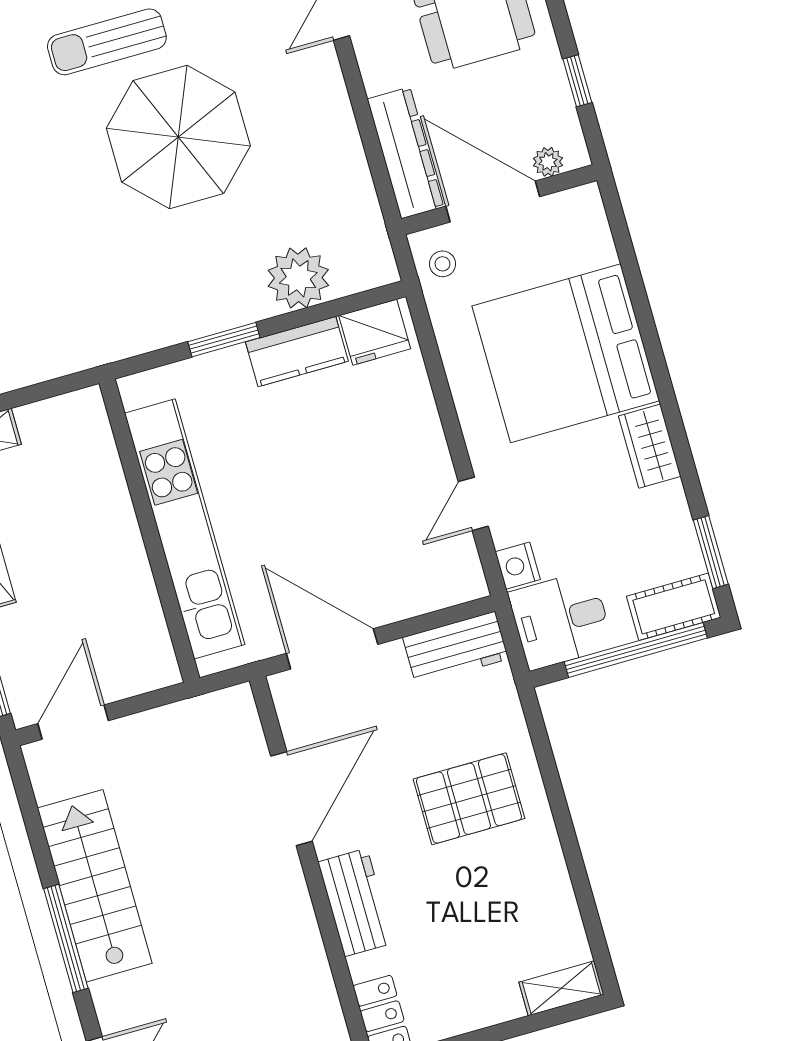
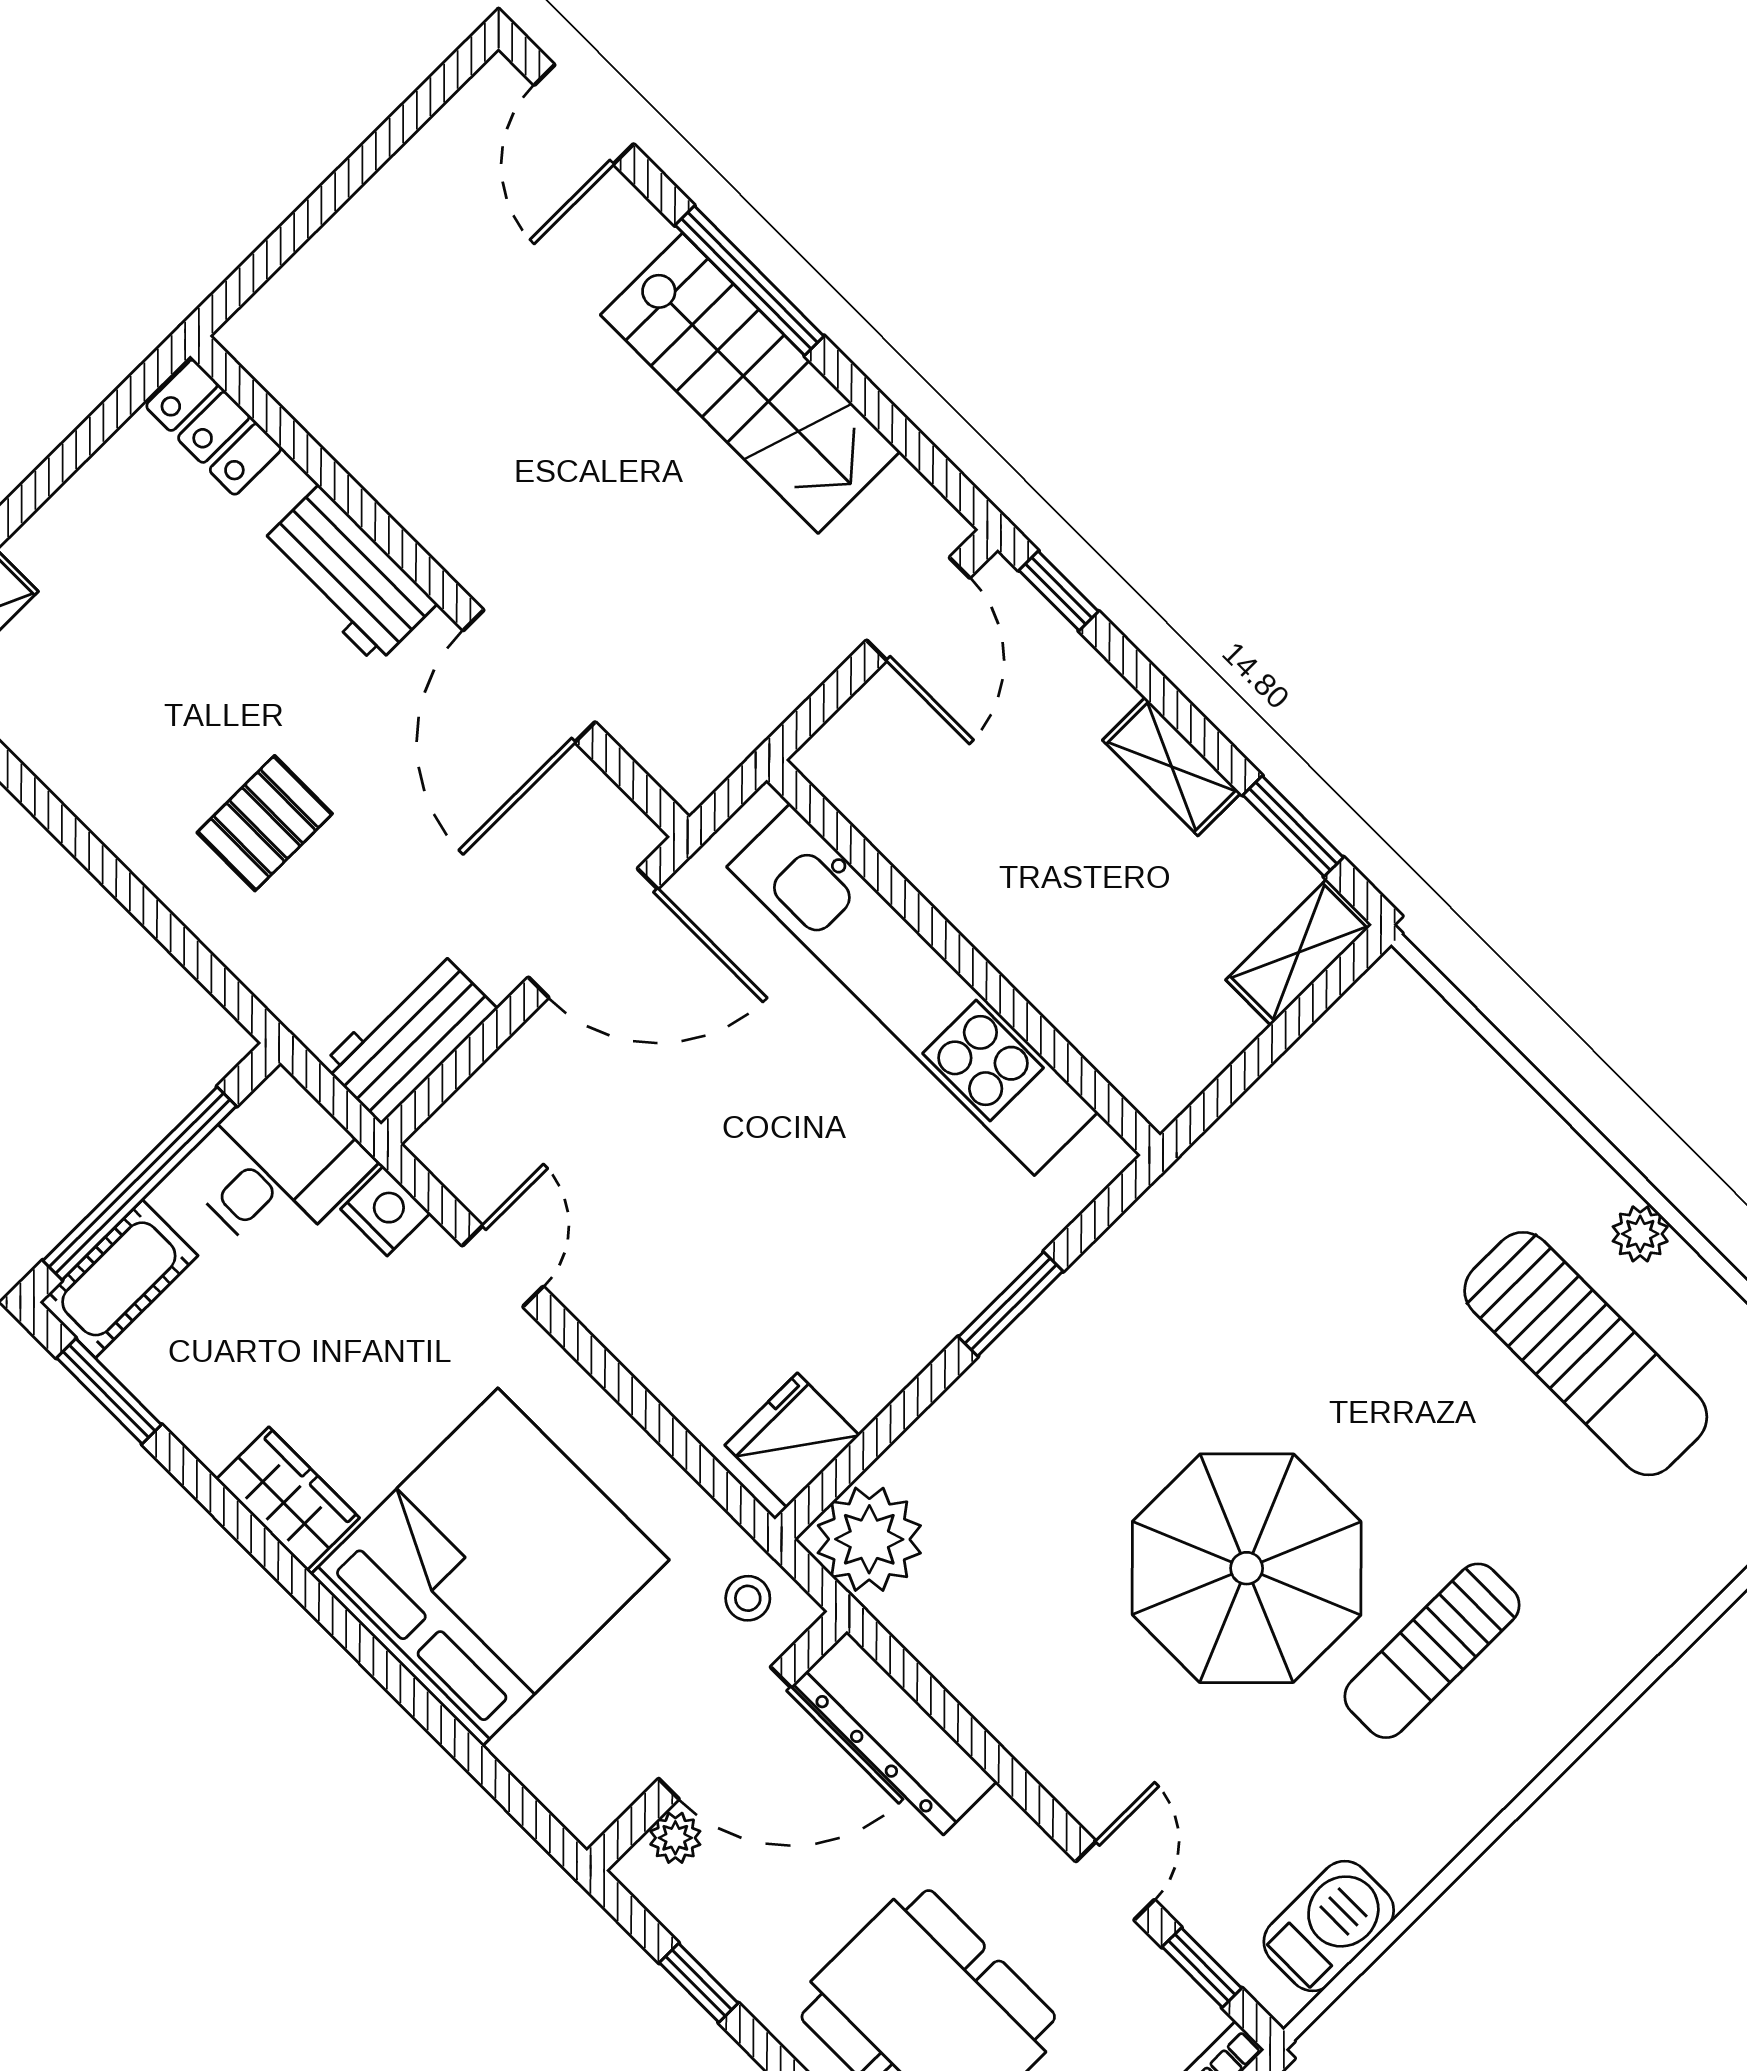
sun lounger: (107, 42) -> (1432, 1651), turned 180
plant: (298, 278) -> (869, 1539), moved
kitchen counter: (297, 352) -> (892, 1347), removed
pallet: (469, 799) -> (265, 823), width x0.67, depth x0.71

